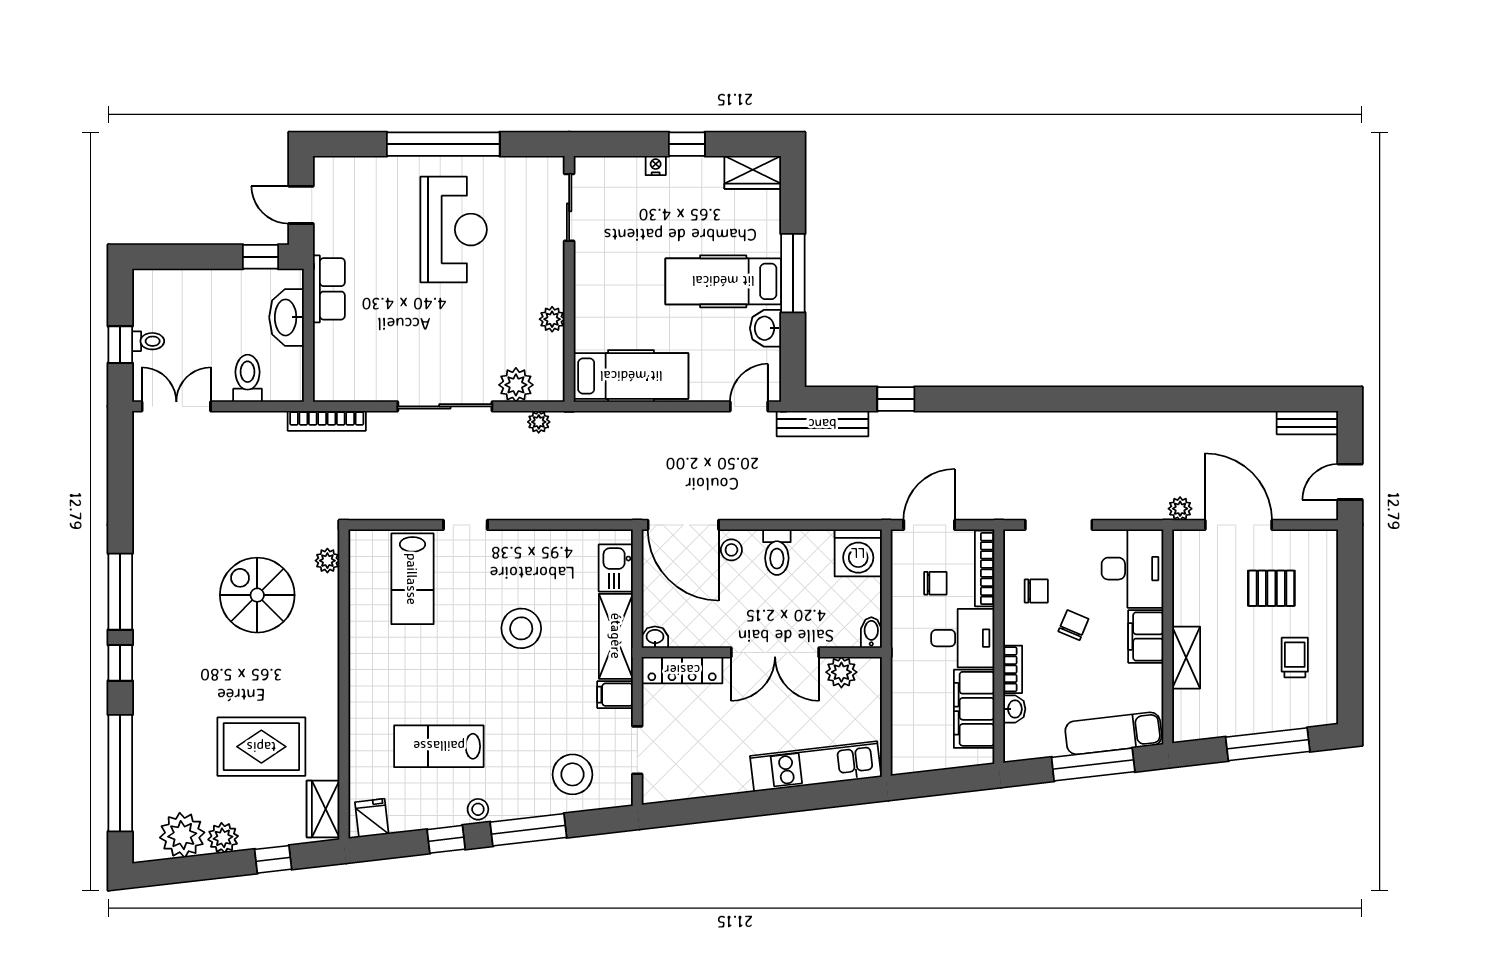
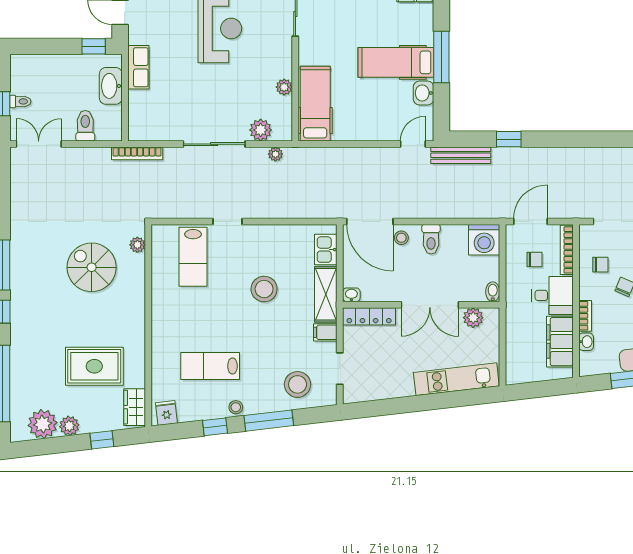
hospital bed: (631, 376) -> (315, 104), moved, turned -90

